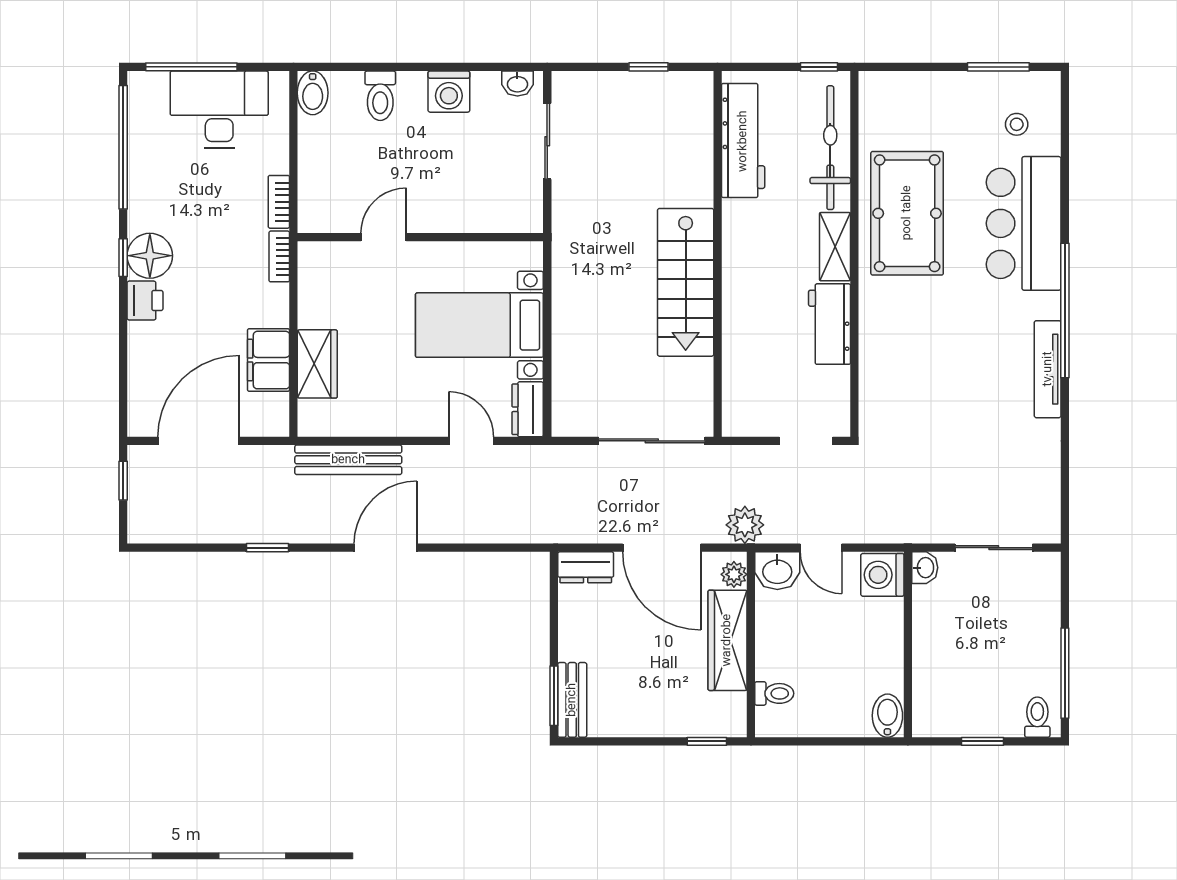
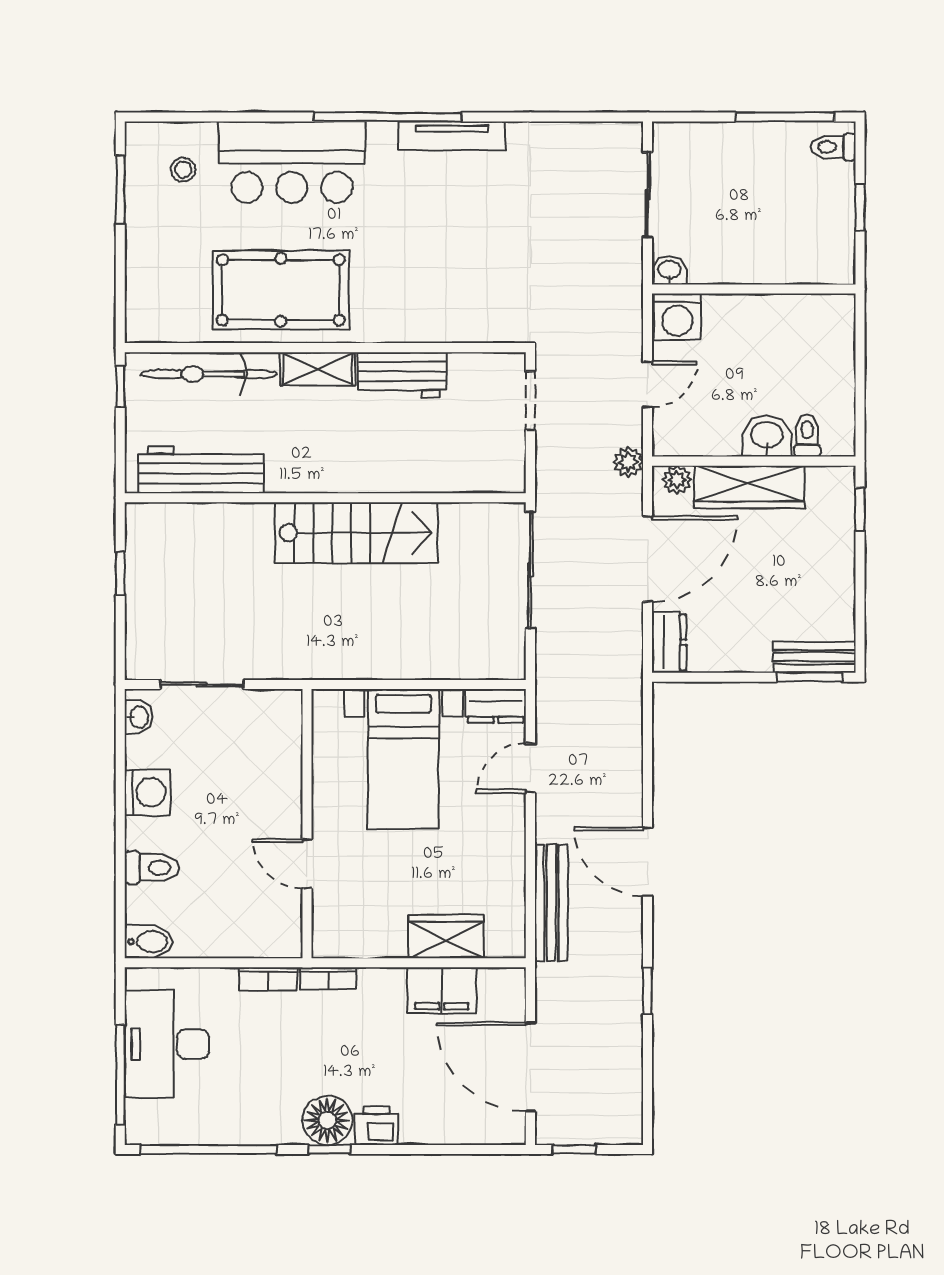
plant: (745, 525) -> (628, 462), width x0.73, depth x0.73
washbasin: (777, 571) -> (767, 436), moved, turned -90
bidet: (887, 716) -> (832, 311), removed

